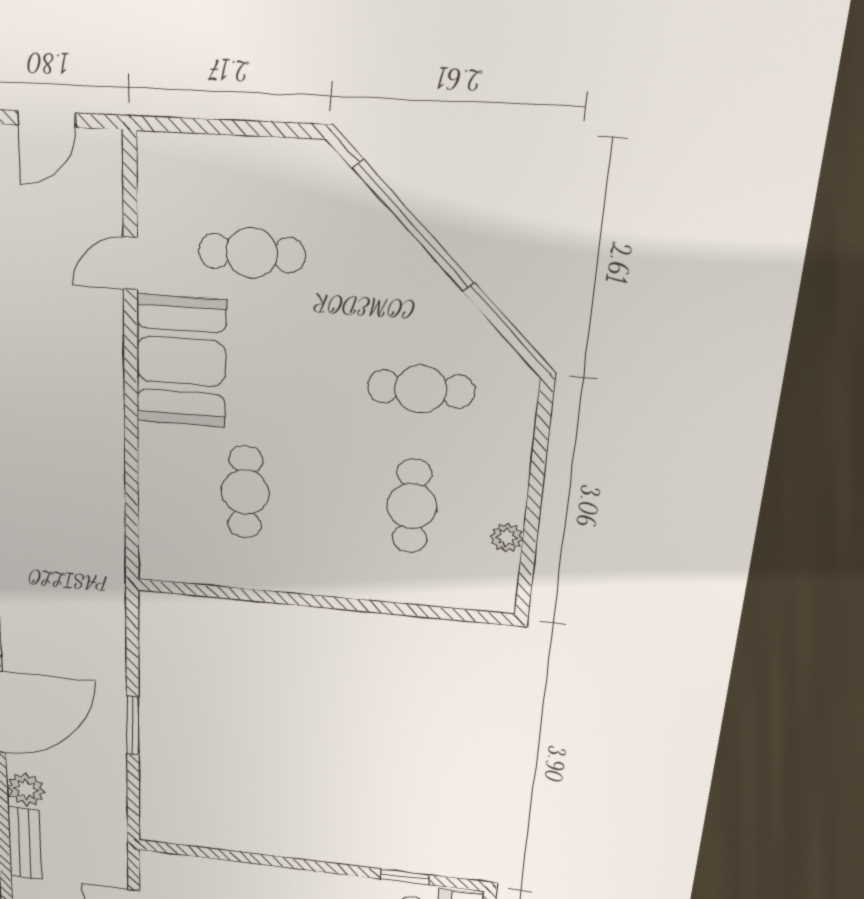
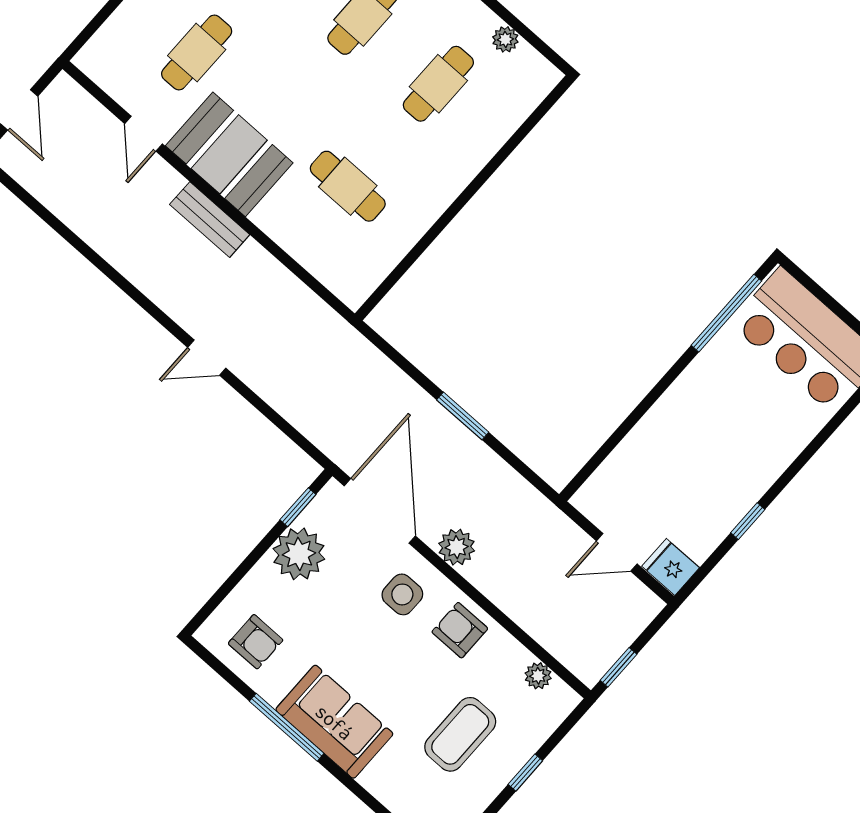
cafe table: (412, 506) -> (438, 84), turned 90
bench: (25, 843) -> (210, 220), moved
window: (405, 877) -> (726, 313), width x2.17

